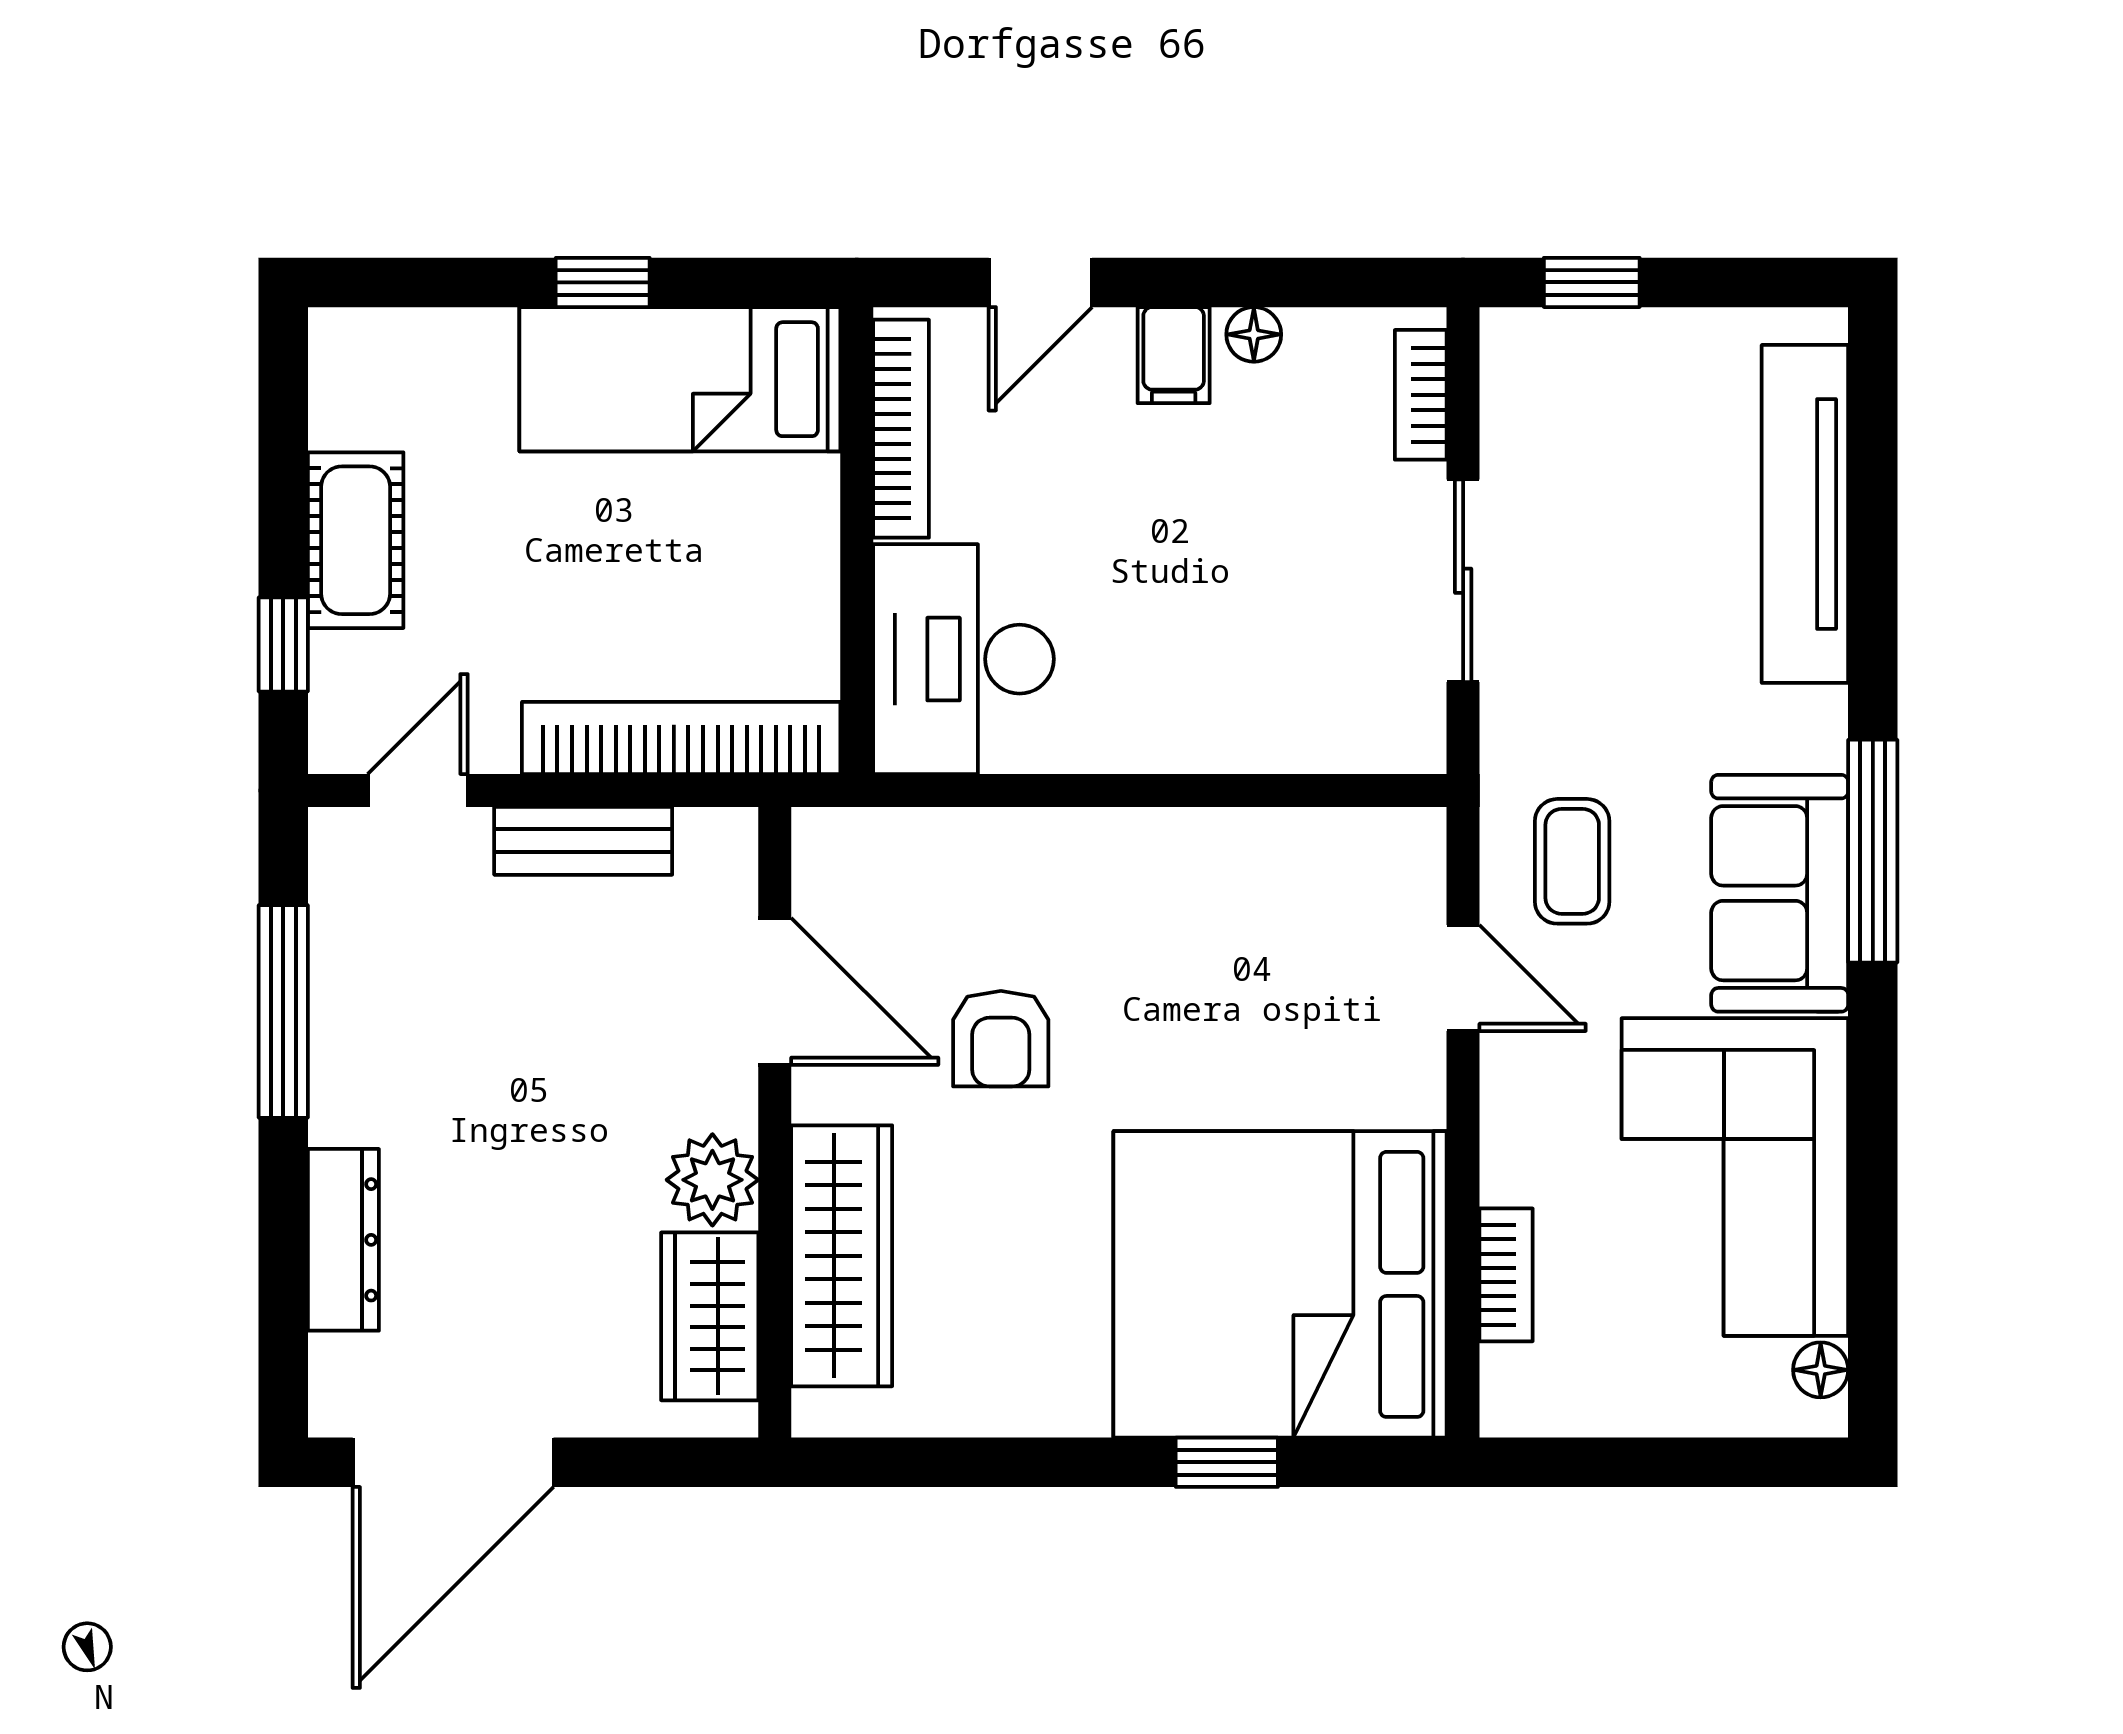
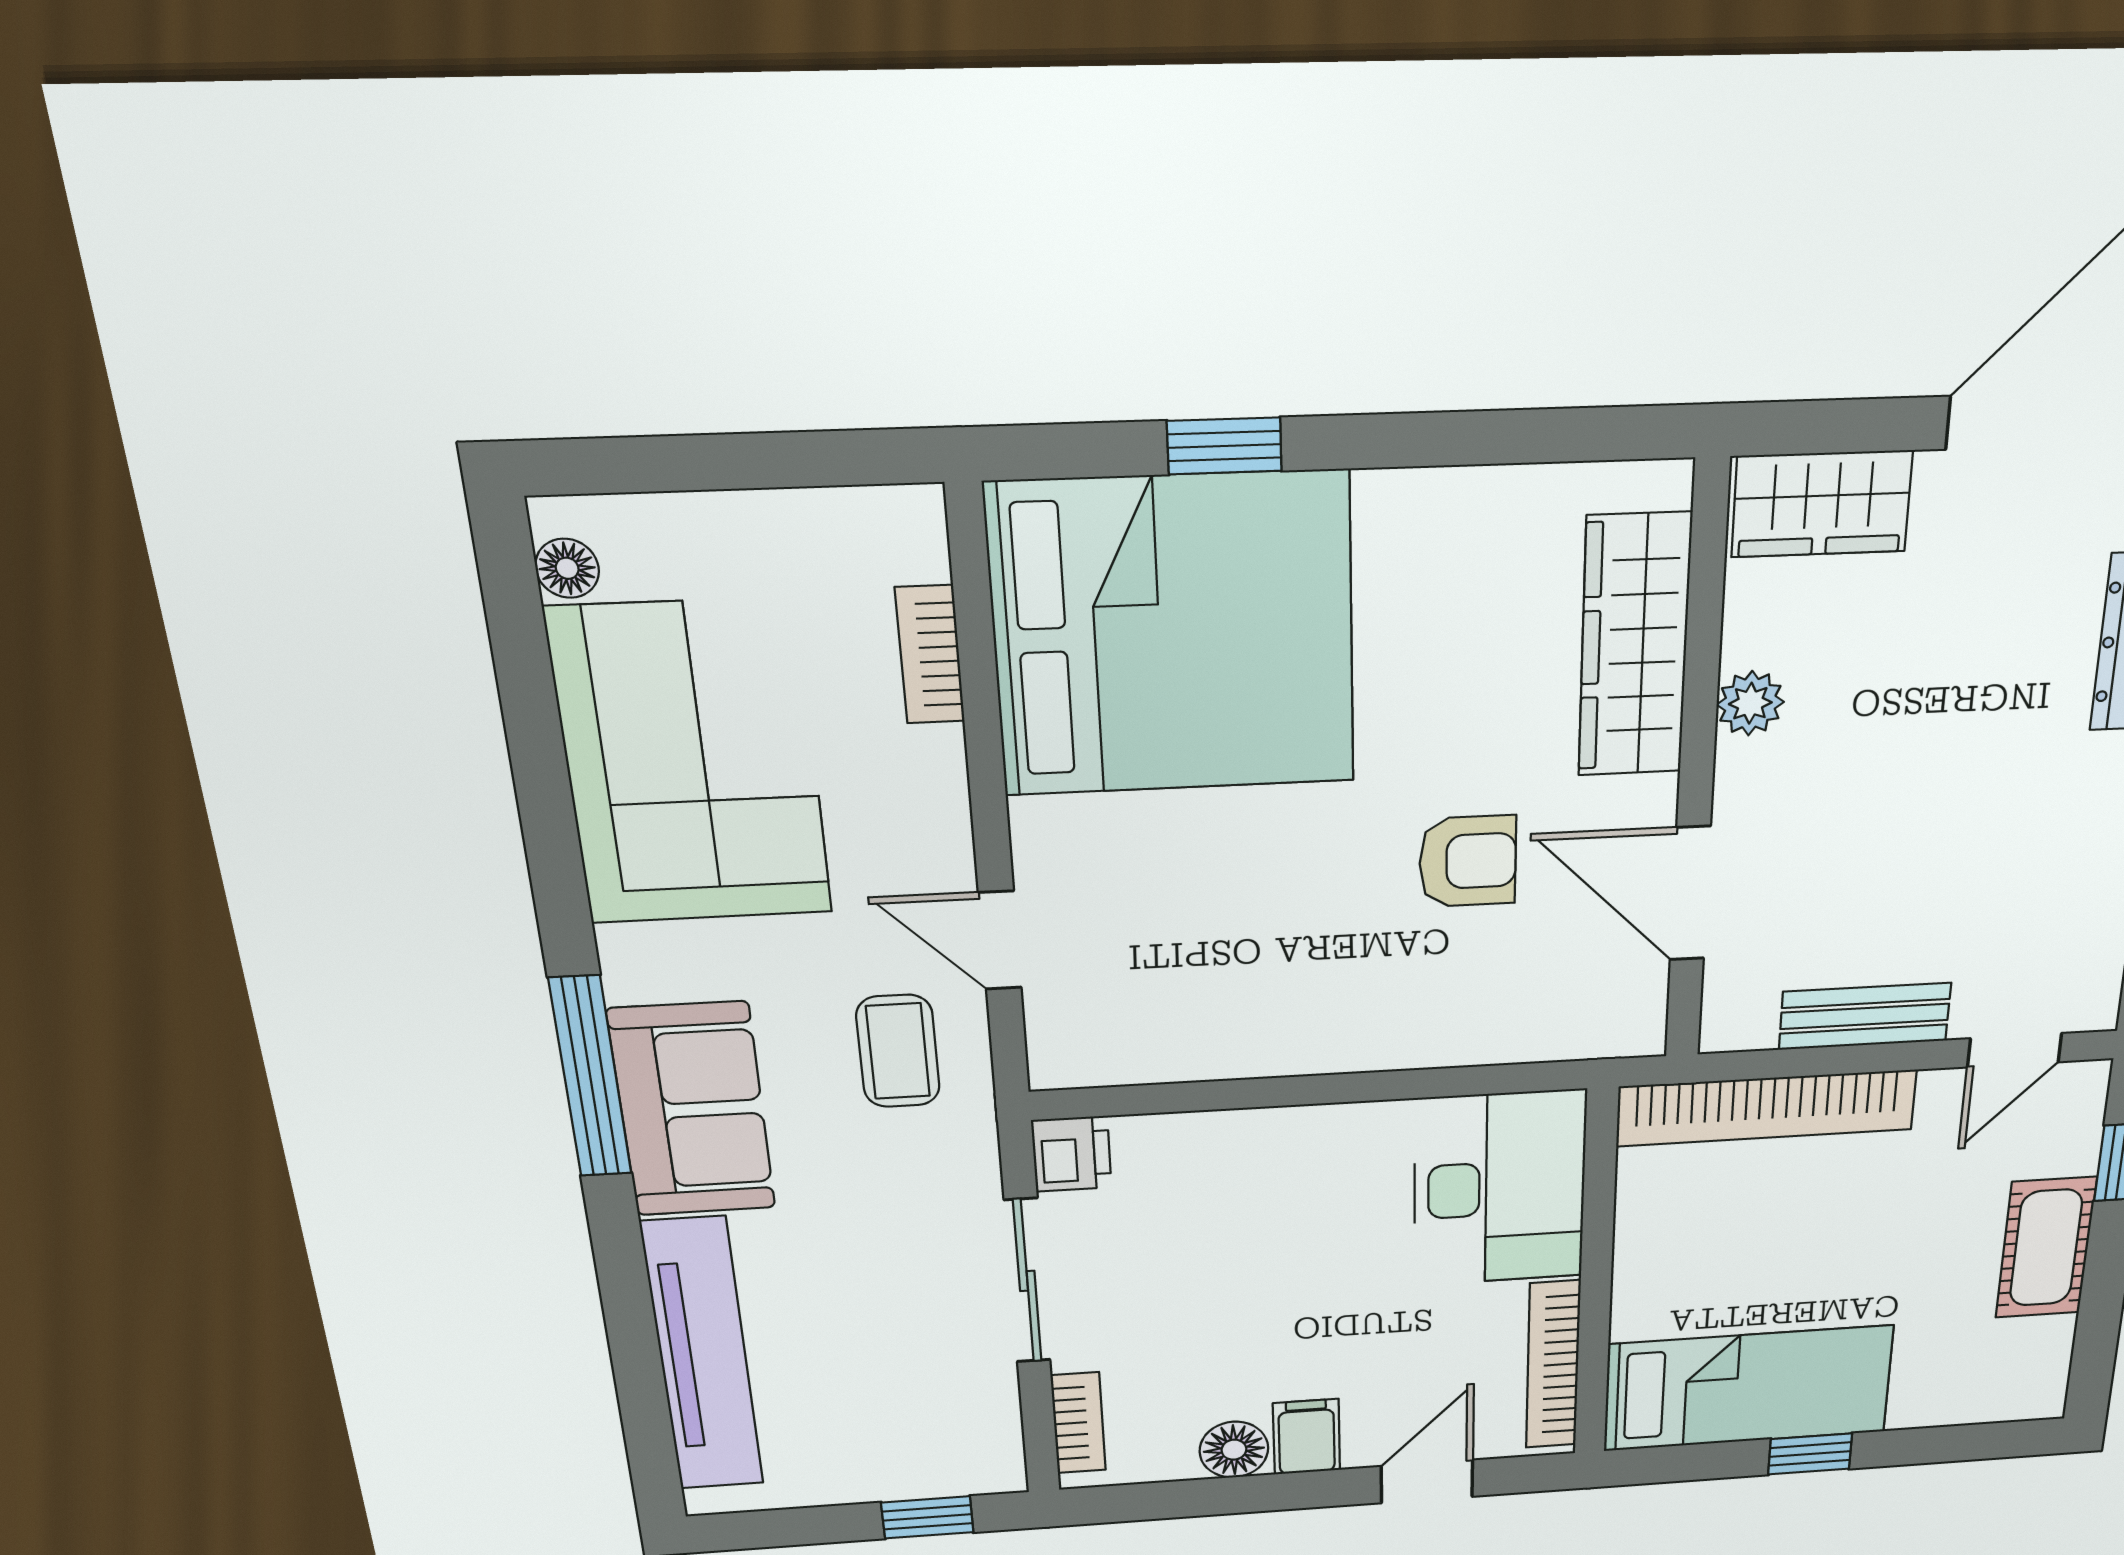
floor lamp: (1254, 334) -> (1234, 1450), width x1.37, depth x1.37
printer: (1408, 731) -> (1071, 1154), added
sofa: (1780, 893) -> (692, 1110), moved
armchair: (1001, 1039) -> (1468, 861), turned 90
plant: (712, 1180) -> (1750, 703), width x0.73, depth x0.73
wardrobe: (710, 1316) -> (1822, 504), moved, turned 90

